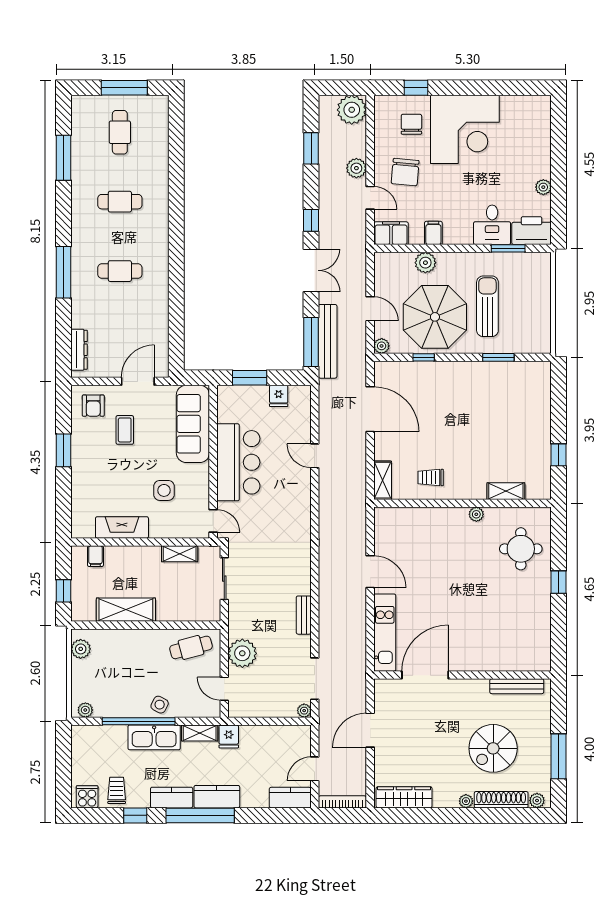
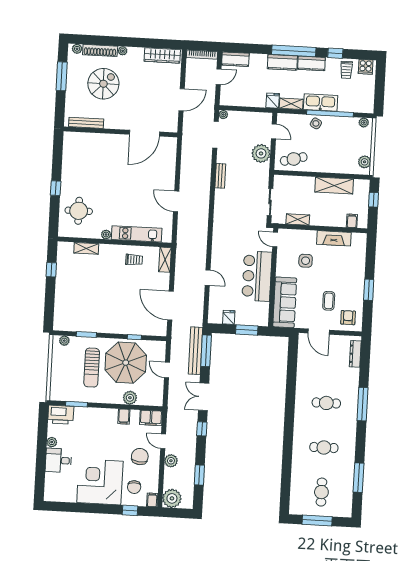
filing cabinet: (382, 106) -> (152, 500), added
desk: (492, 225) -> (58, 460), moved, turned -90
plant: (382, 346) -> (64, 341), moved
door: (138, 381) -> (319, 332), hinge flipped
kitchen unit: (385, 633) -> (137, 234), moved, turned 90

